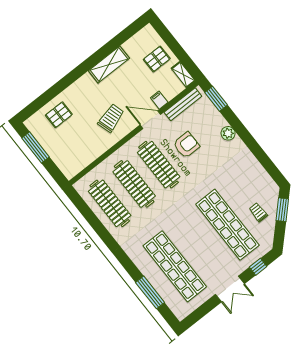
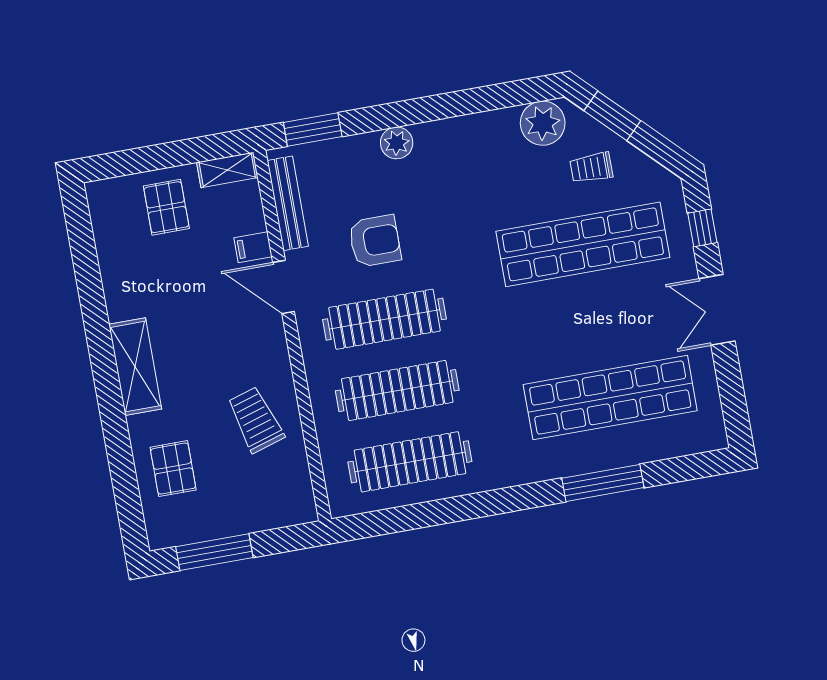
shelving: (109, 64) -> (135, 367), moved
trolley: (111, 118) -> (256, 420), moved
door: (150, 120) -> (284, 287), hinge flipped
armchair: (186, 145) -> (375, 241), turned 90
plant: (265, 185) -> (543, 123), added
double door: (230, 289) -> (717, 310), swing flipped
window: (150, 292) -> (603, 483), moved

